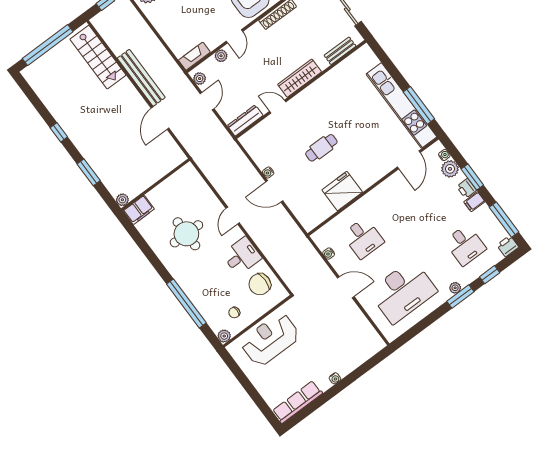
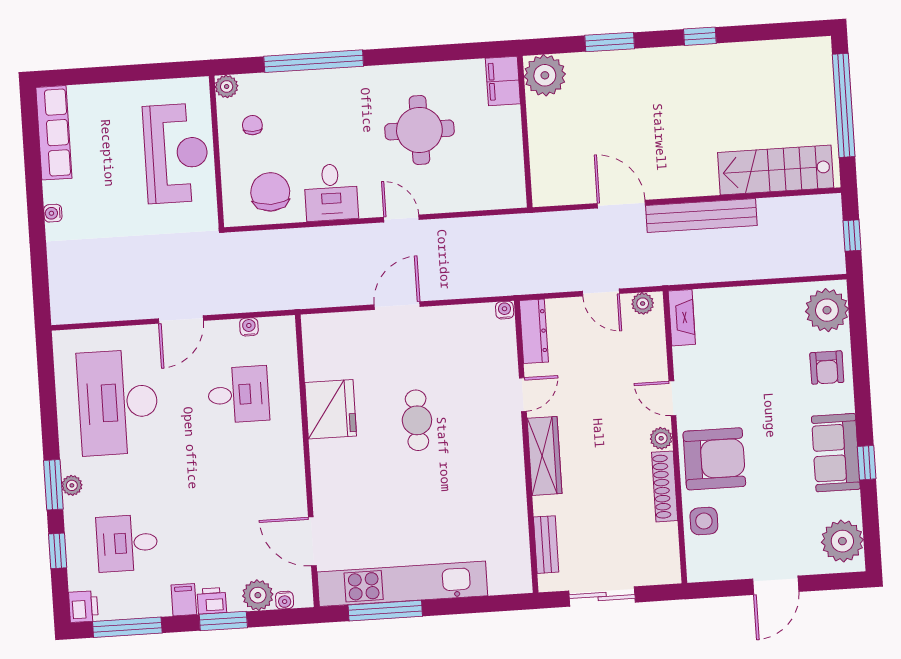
plant: (221, 56) -> (661, 438), moved
water cooler: (268, 173) -> (505, 310), moved
plant: (122, 200) -> (545, 75), width x1.88, depth x1.88
desk: (363, 238) -> (238, 395), turned 180

